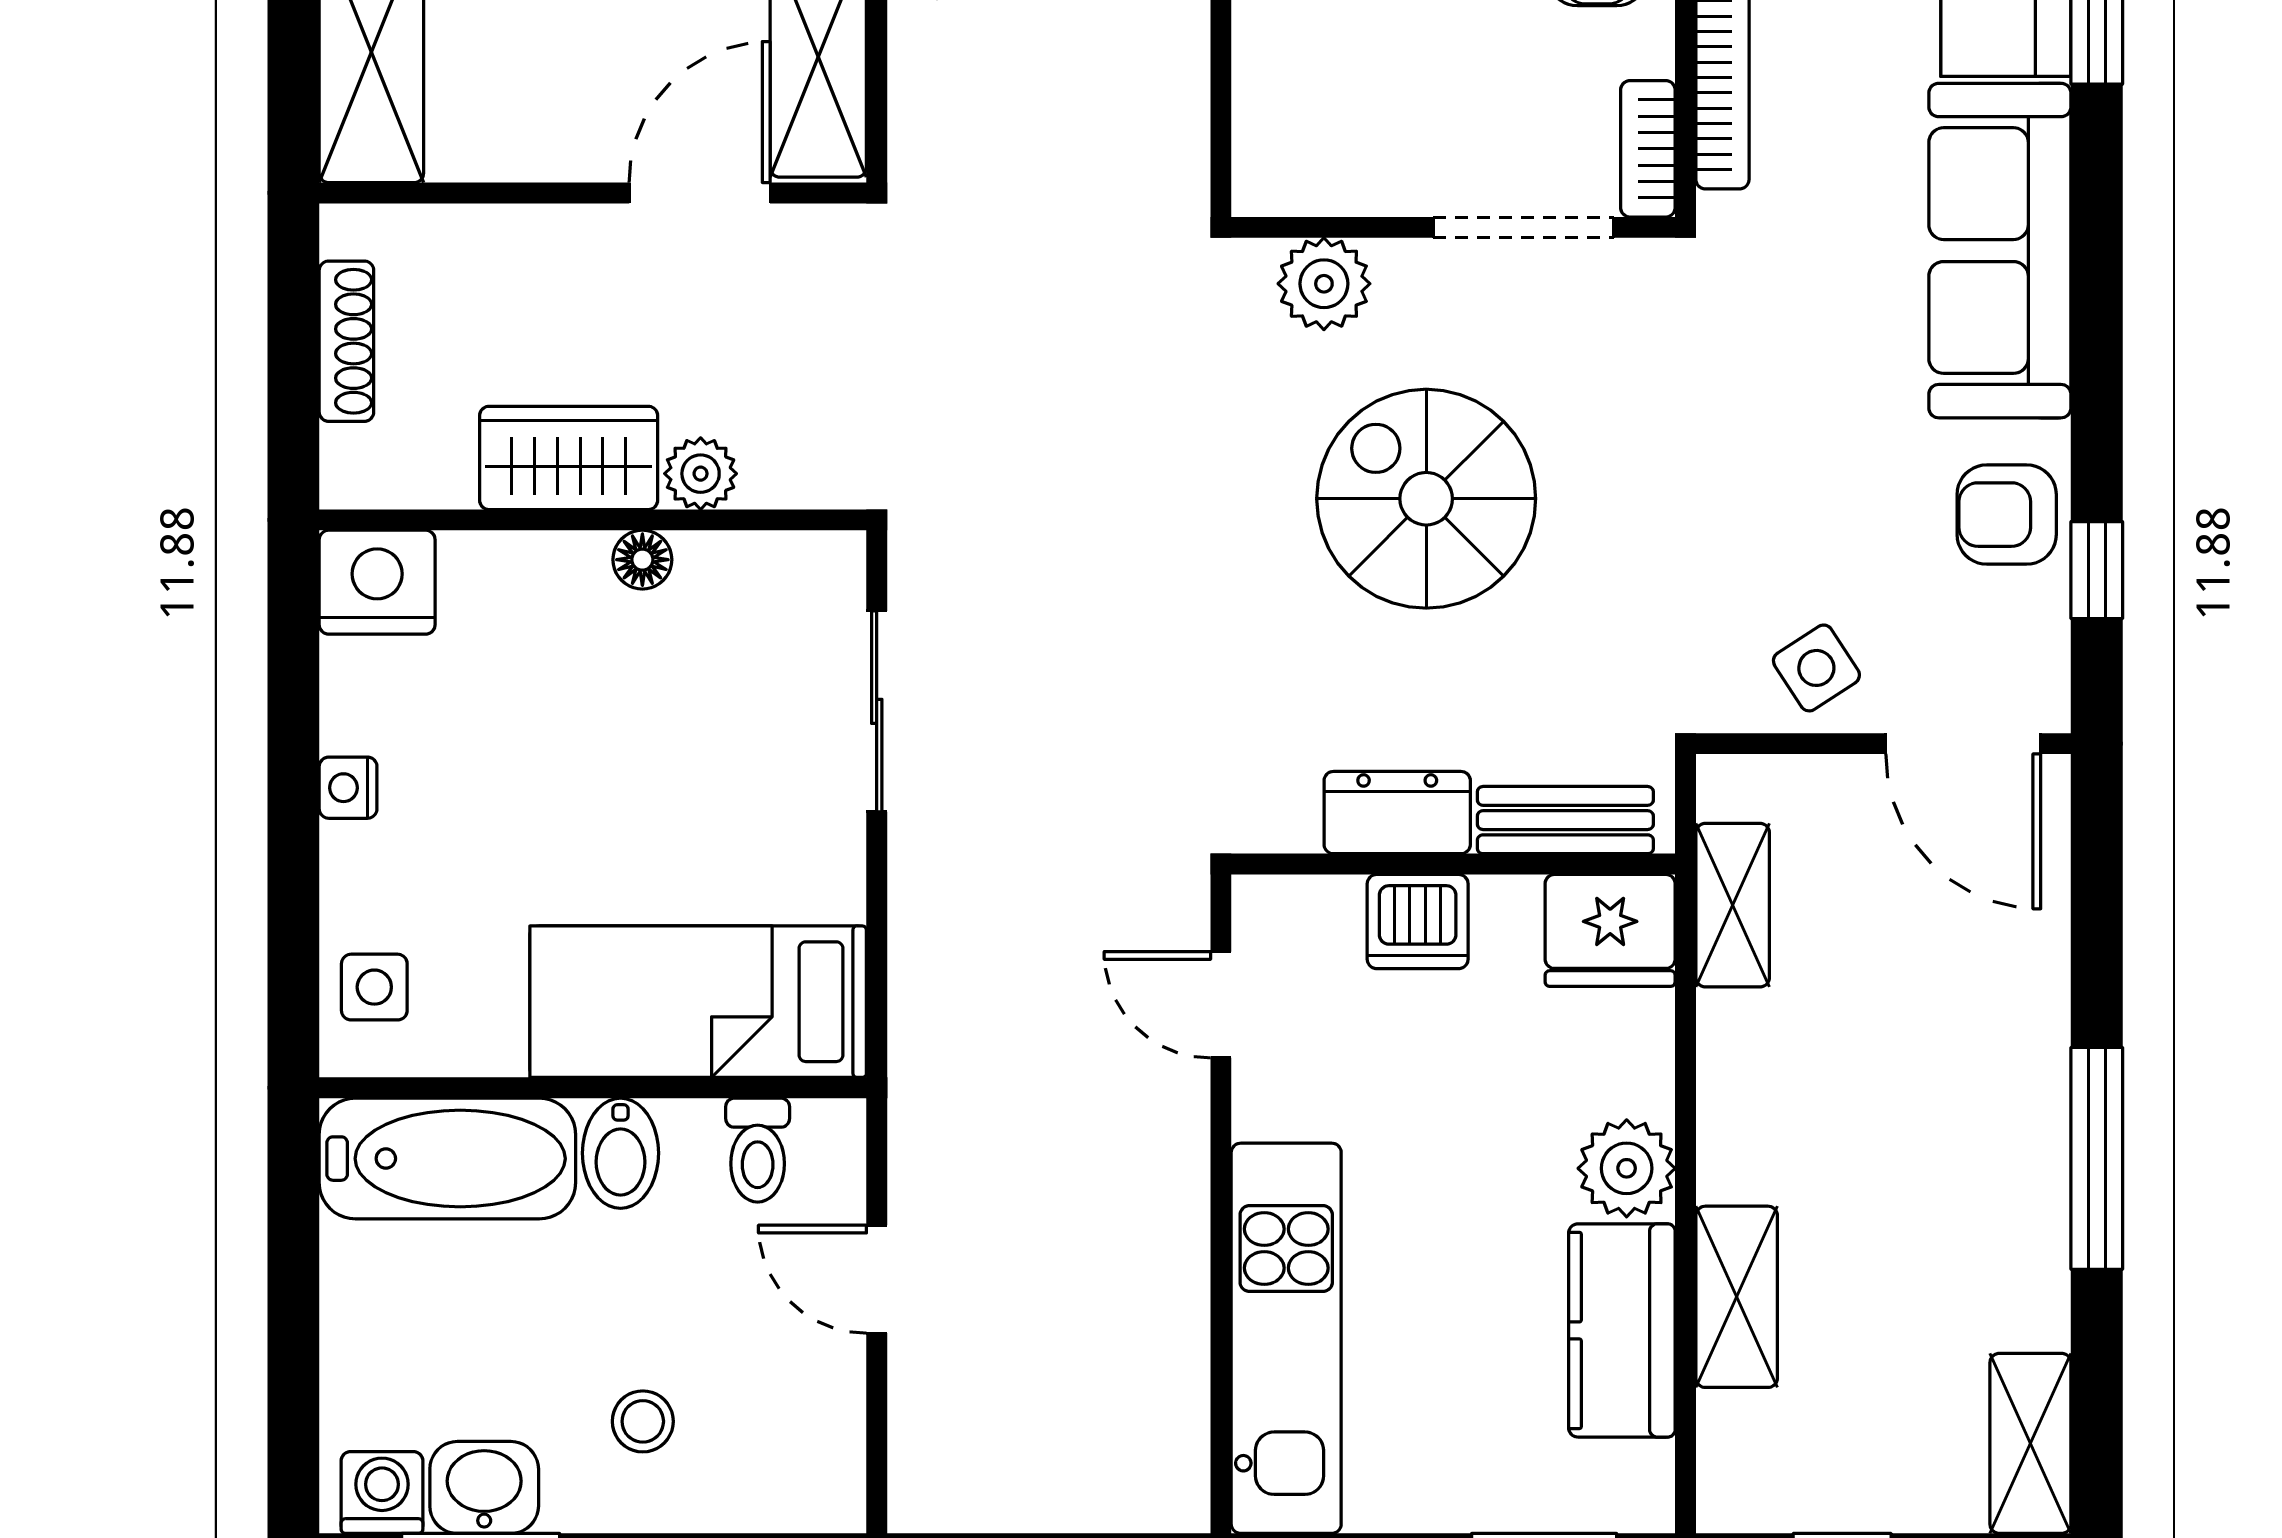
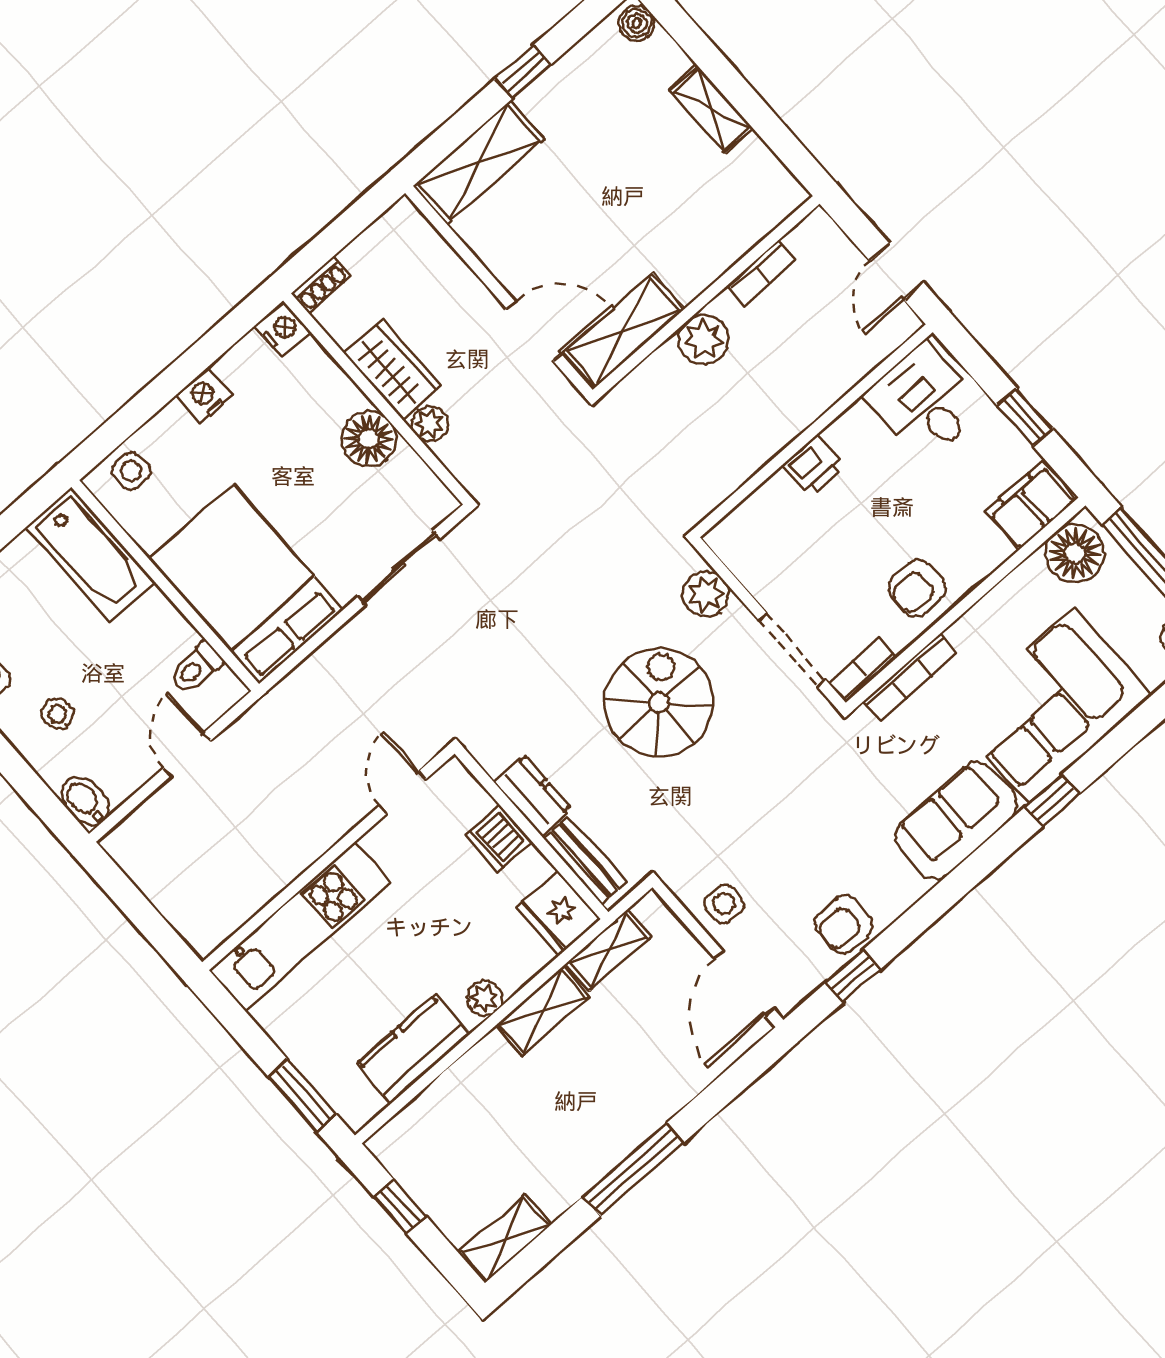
sofa: (2000, 251) -> (957, 820), width x0.73
shoe rack: (346, 341) -> (321, 285), moved, width x0.70
armchair: (2007, 515) -> (844, 924), turned -90
floor lamp: (642, 560) -> (369, 439), width x1.89, depth x1.89
nightstand: (377, 582) -> (283, 329), width x0.74, depth x0.75
side table: (1816, 668) -> (724, 904), turned 36
nightstand: (348, 788) -> (204, 396), width x1.39, depth x1.35
bed: (698, 1002) -> (246, 584), width x1.50
bidet: (621, 1153) -> (85, 801), moved, turned 90
plant: (1627, 1168) -> (484, 998), width x0.73, depth x0.73
shelving: (1737, 1297) -> (542, 1011), moved

